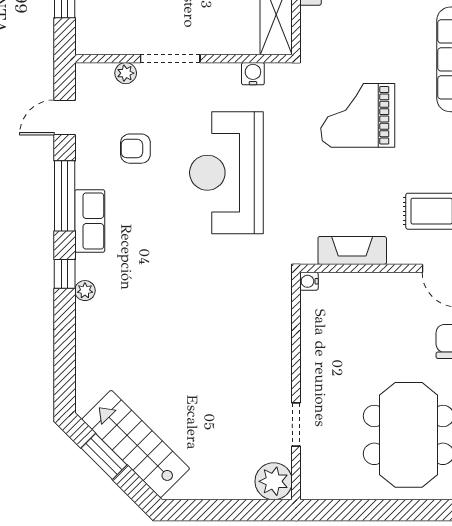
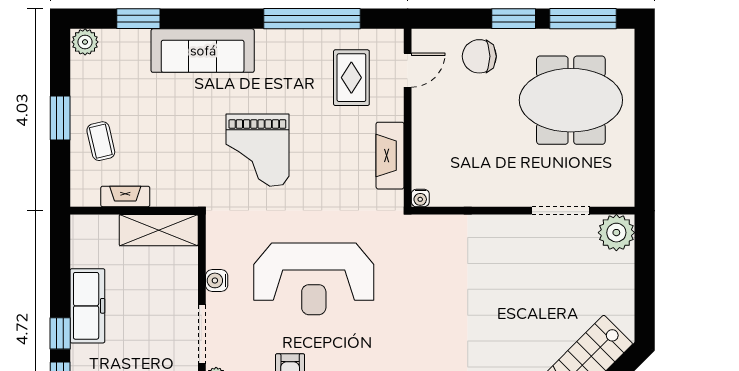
water cooler: (253, 74) -> (217, 280), moved
doorway: (296, 424) -> (561, 211), width x1.38

